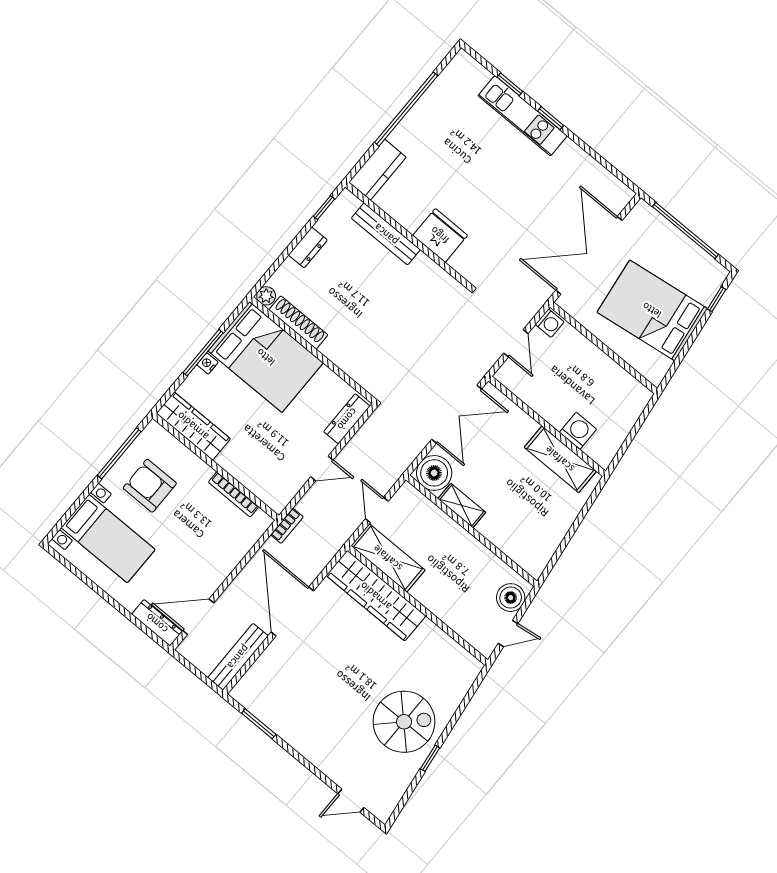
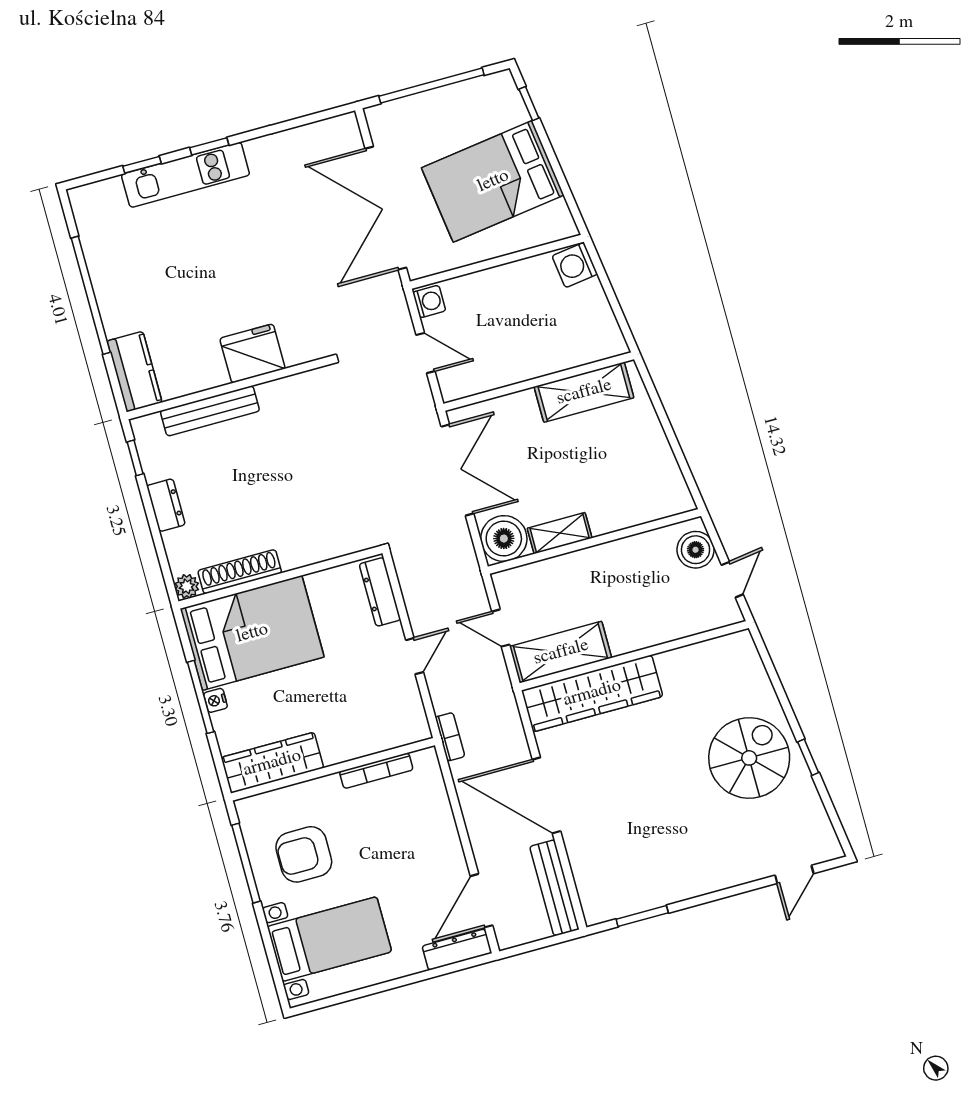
washing machine: (578, 431) -> (575, 265), moved, turned -98

